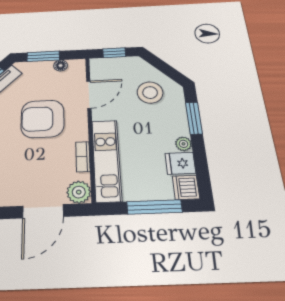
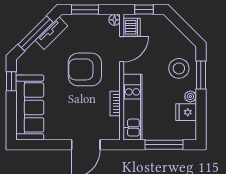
floor lamp: (61, 65) -> (115, 20), moved
stool: (150, 93) -> (179, 68), moved
dishwasher: (186, 187) -> (132, 27), moved, turned 180
plant: (79, 192) -> (111, 131), removed

